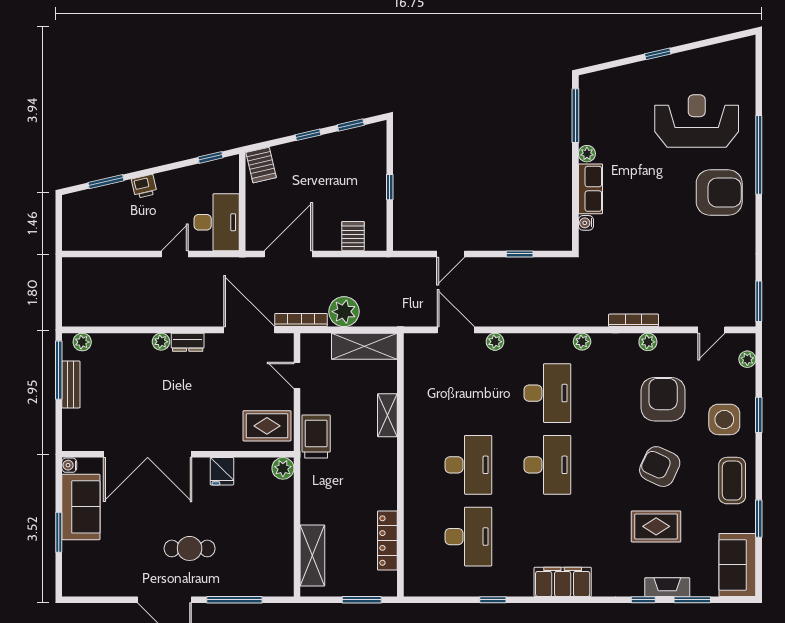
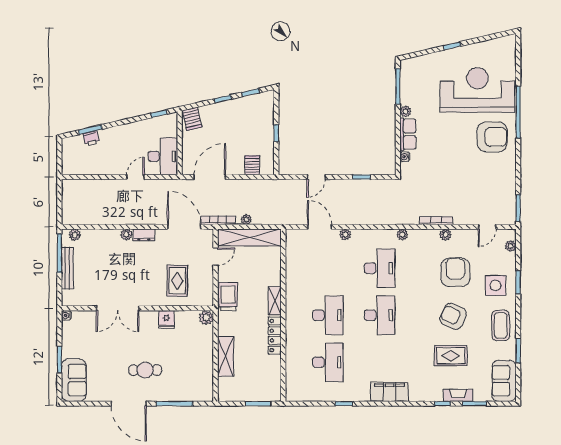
reception desk: (697, 121) -> (477, 90), width x1.36, depth x1.30
printer: (144, 186) -> (91, 138), moved
plant: (344, 312) -> (246, 219), width x0.53, depth x0.53
shelving: (364, 346) -> (250, 237), width x1.47
door: (297, 375) -> (216, 257), swing flipped
bench: (71, 384) -> (67, 268), width x1.36
shelving: (387, 415) -> (275, 301), moved
rug: (267, 426) -> (177, 281), moved, turned 90
double door: (148, 454) -> (118, 308), width x0.73
sofa: (81, 507) -> (74, 380), moved
locker: (387, 541) -> (275, 336), moved
shelving: (312, 555) -> (226, 356), moved

